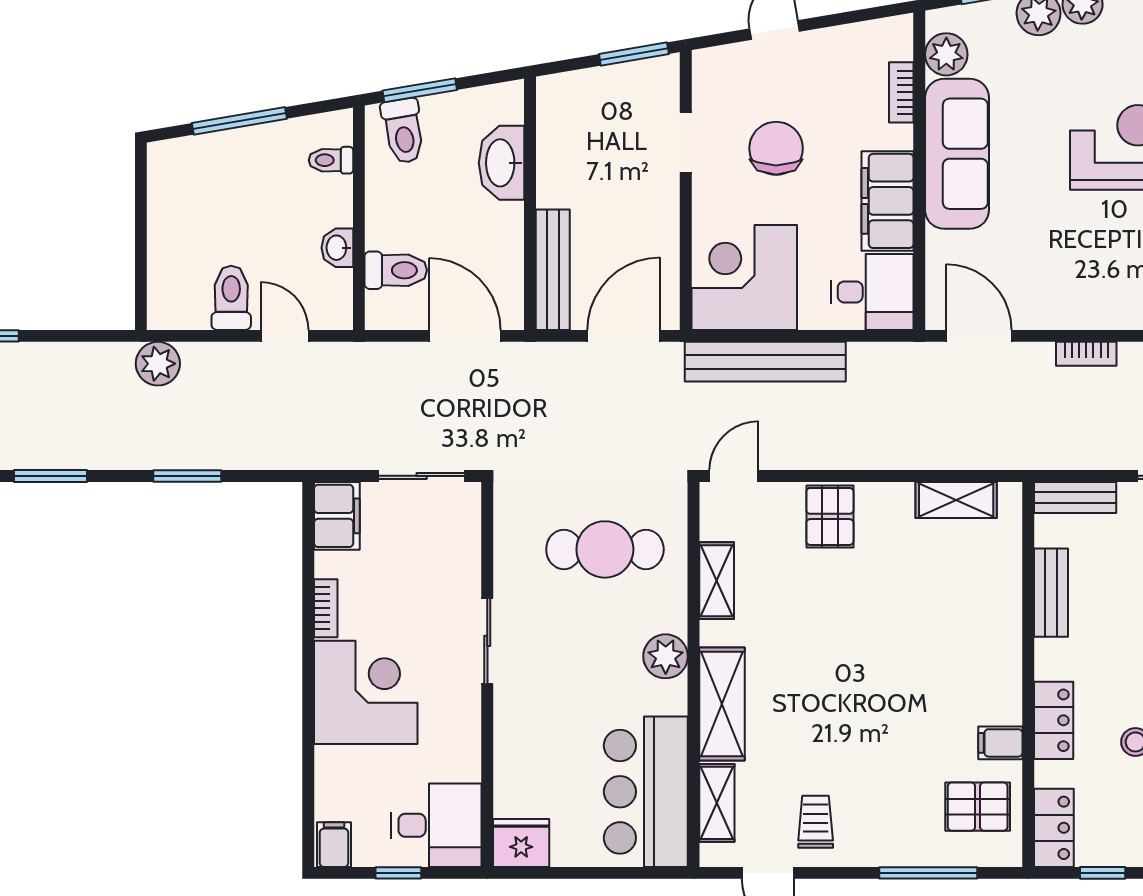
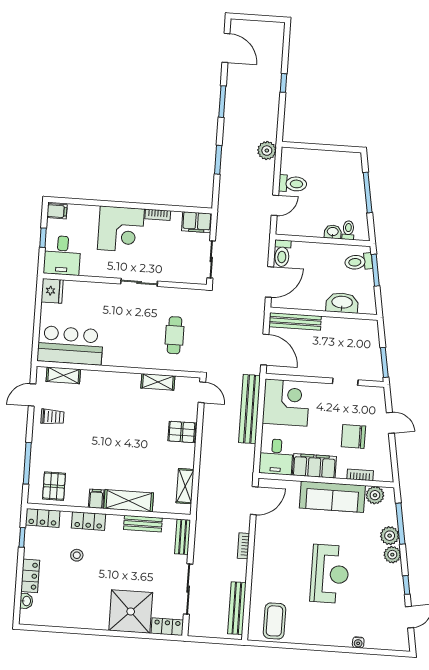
chair: (776, 148) -> (353, 436), moved, turned 180
washbasin: (337, 248) -> (333, 232), moved
toilet: (396, 270) -> (282, 253), moved
cafe table: (605, 549) -> (175, 335), width x0.73, depth x0.74
plant: (666, 656) -> (127, 358), removed
shelving: (722, 704) -> (129, 501), moved
filing cabinet: (1000, 743) -> (96, 499), moved

